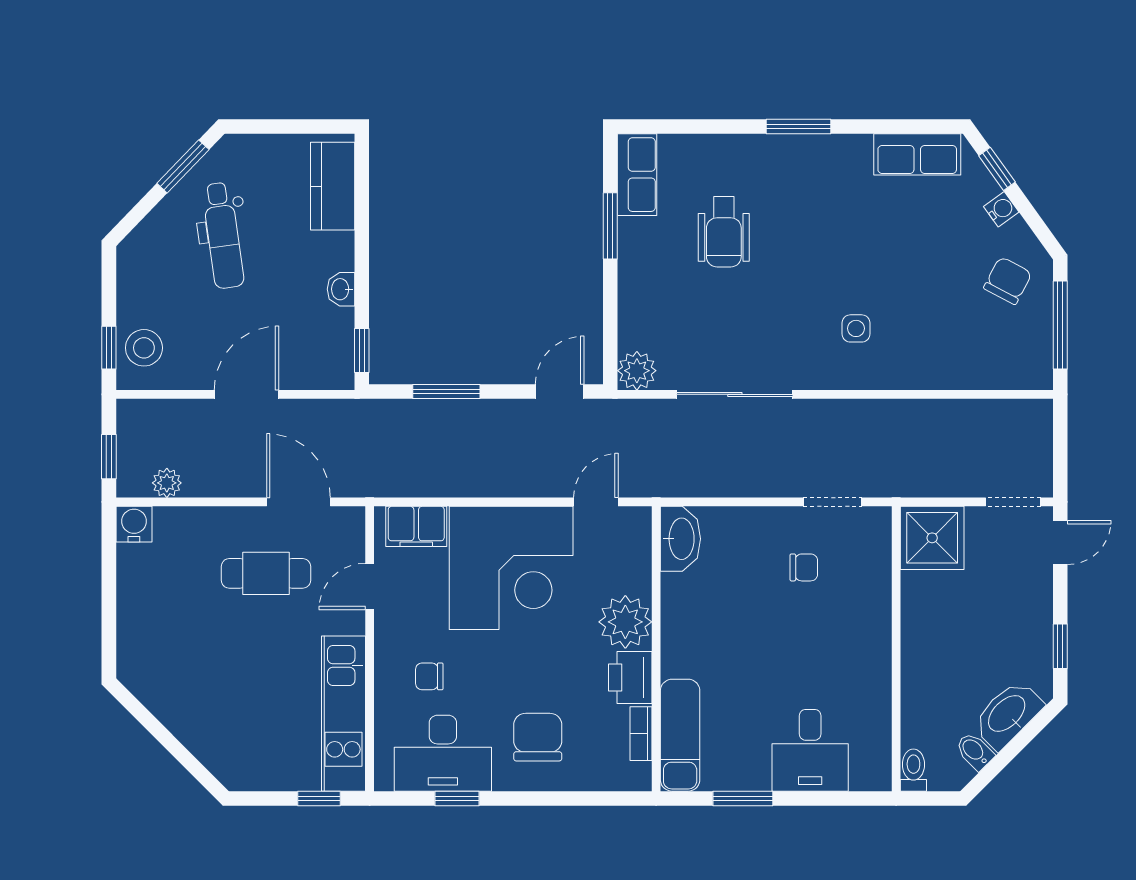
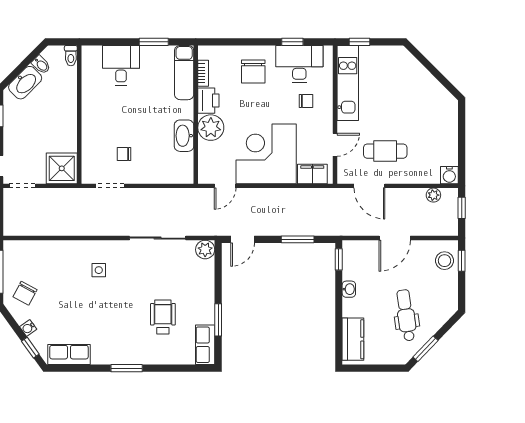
washbasin: (680, 539) -> (184, 136), moved

